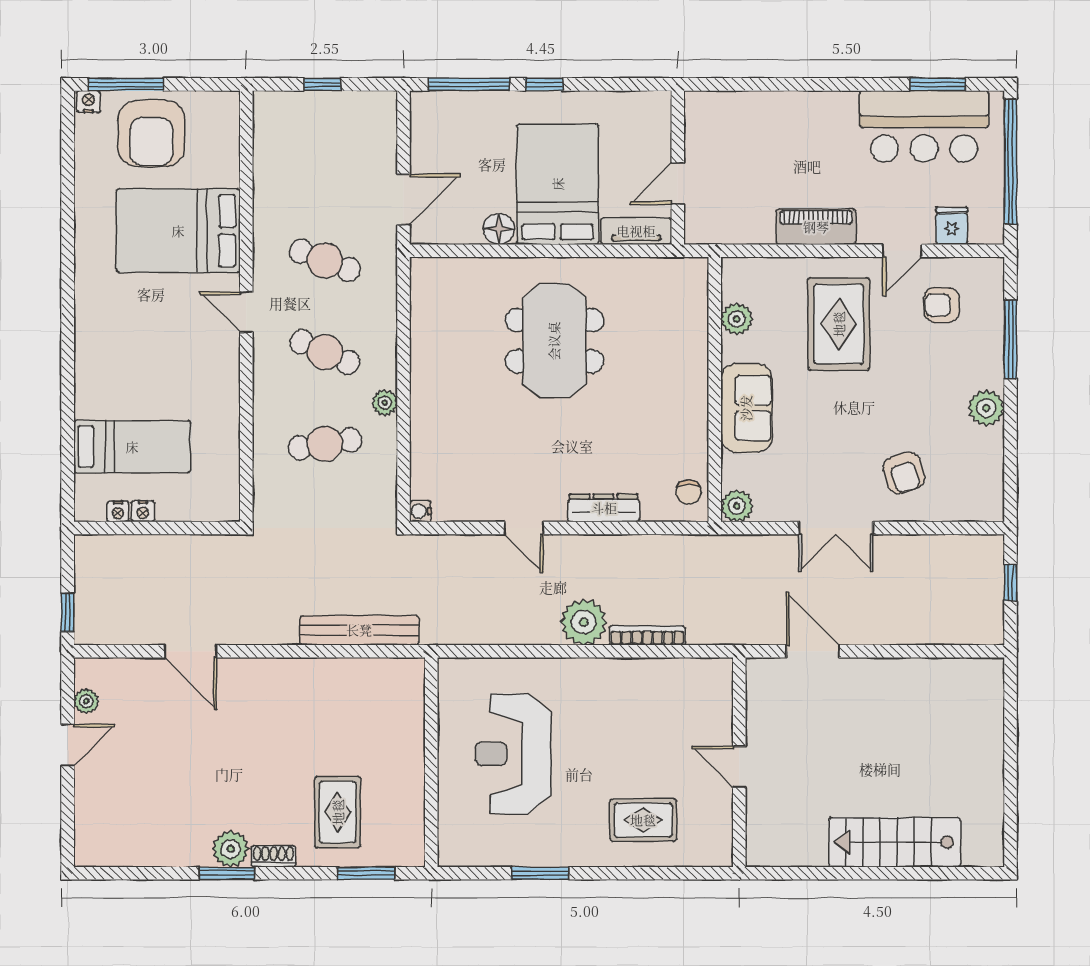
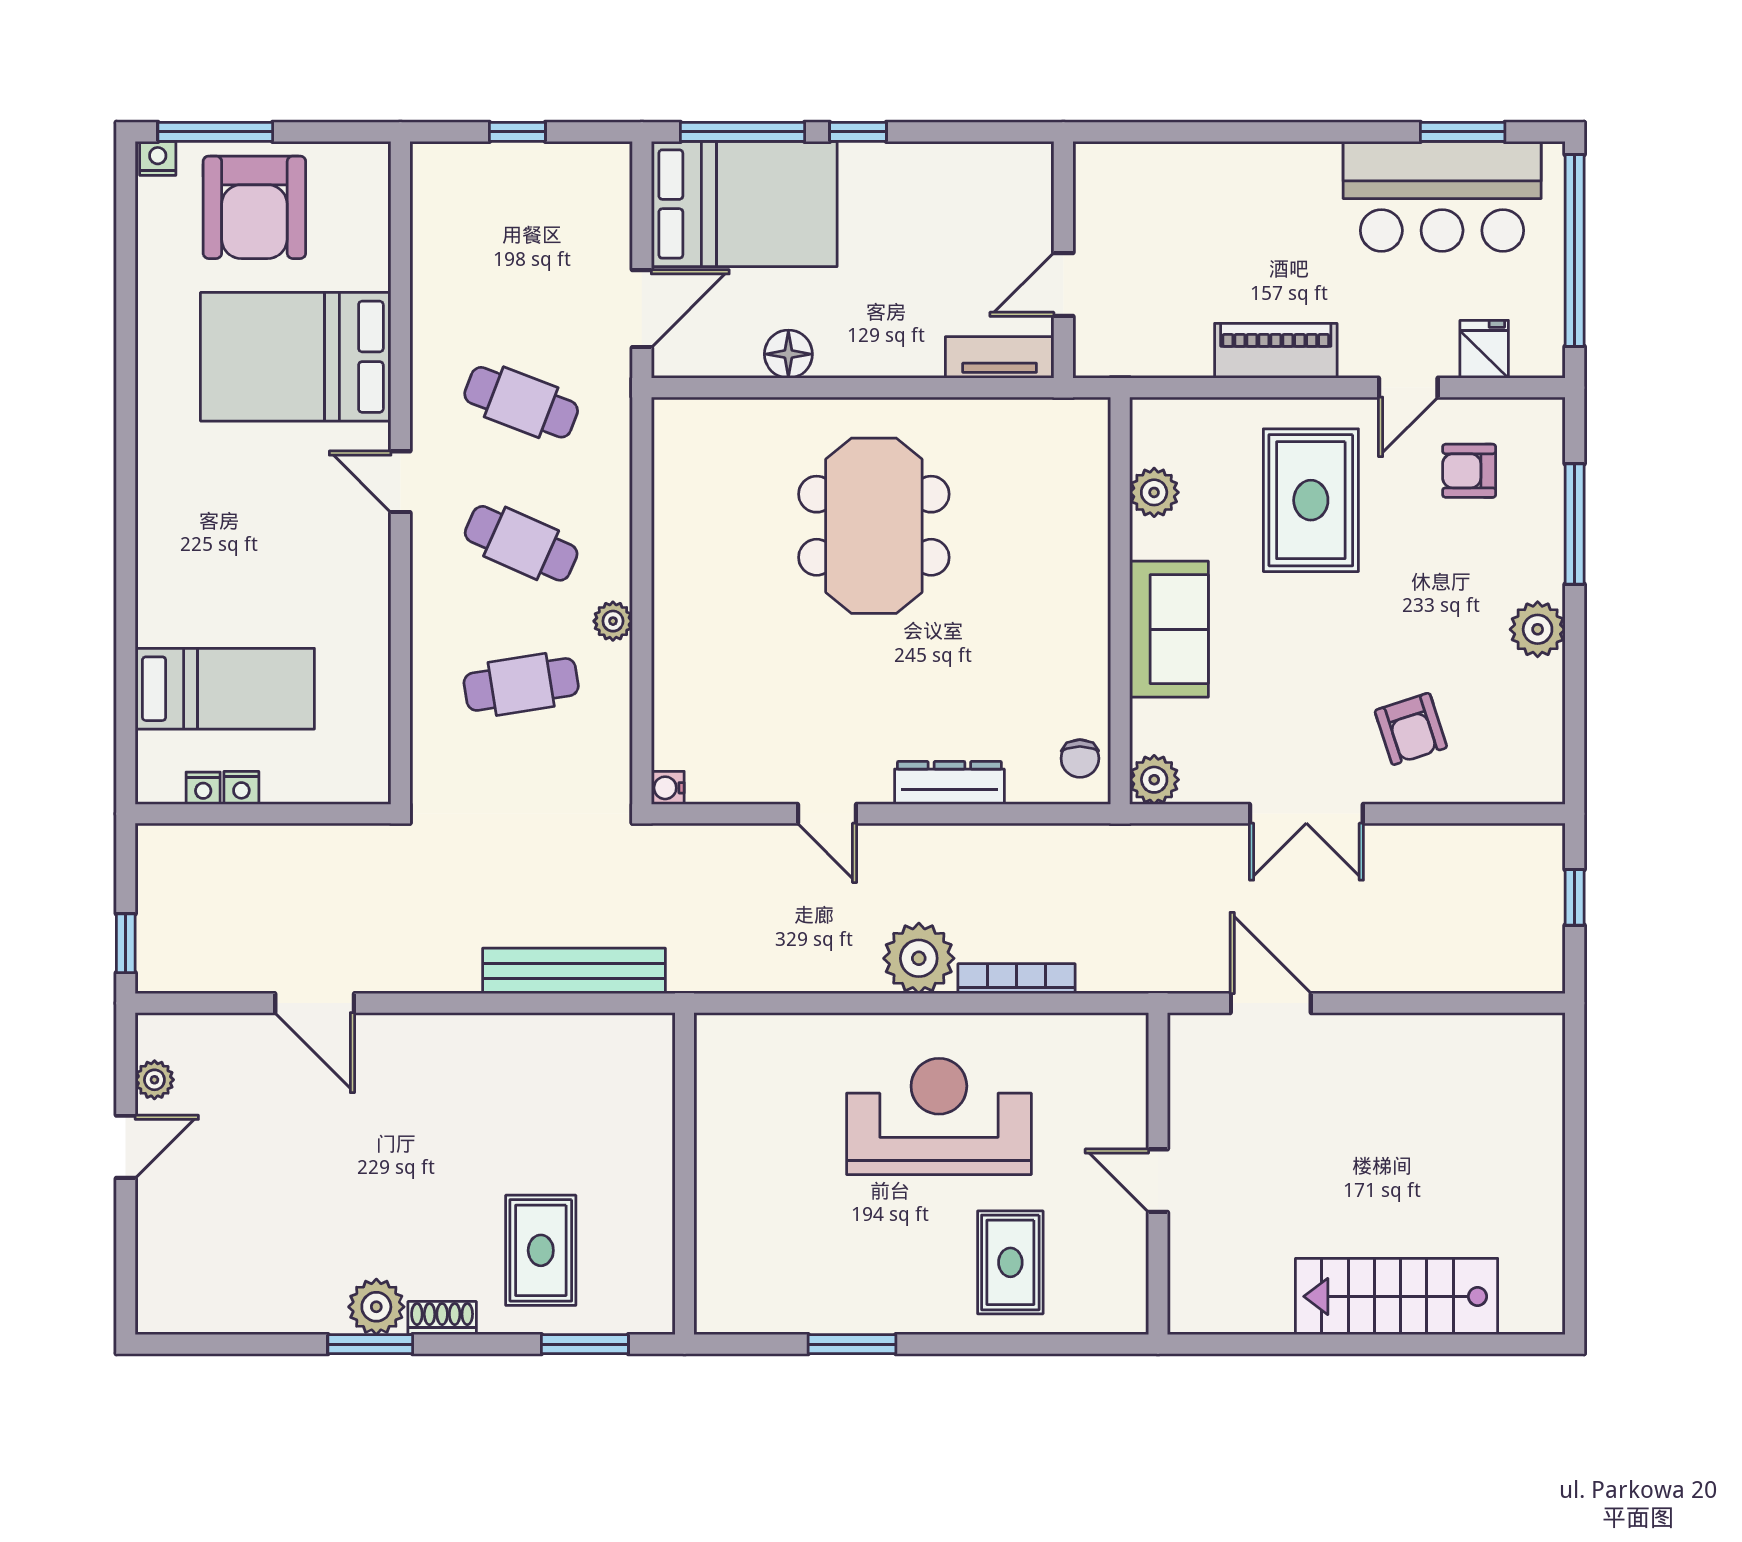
bed: (558, 184) -> (744, 204), moved, turned 90
reception desk: (513, 754) -> (939, 1116), moved, turned 90
rug: (643, 820) -> (1010, 1262), turned 90

